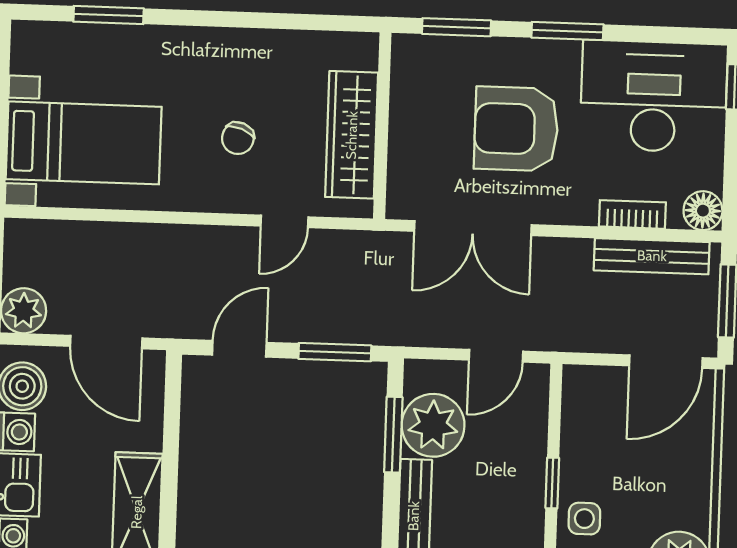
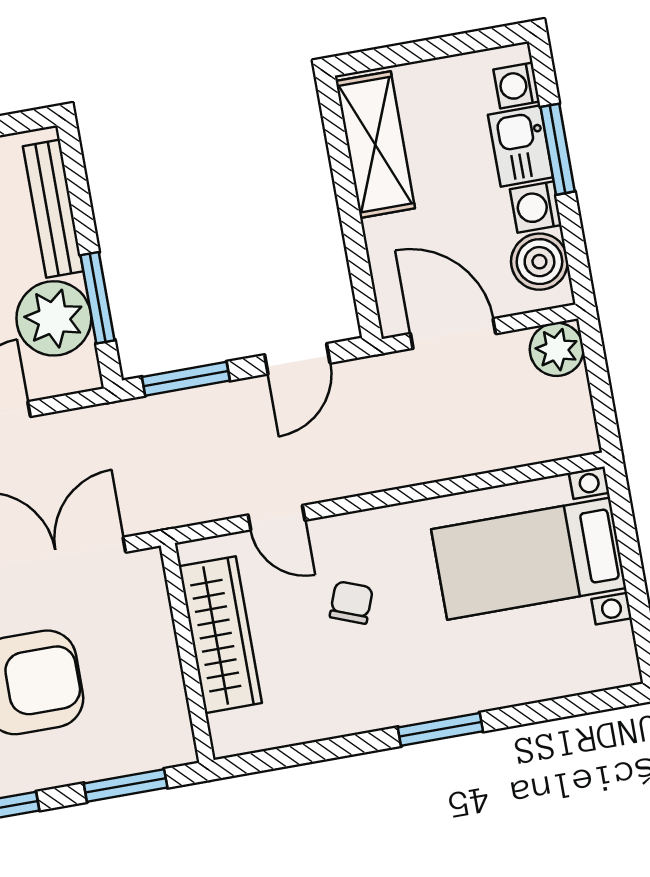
window: (109, 15) -> (440, 729), moved
door: (285, 221) -> (277, 518), swing flipped

